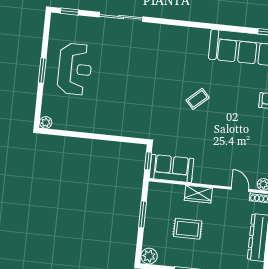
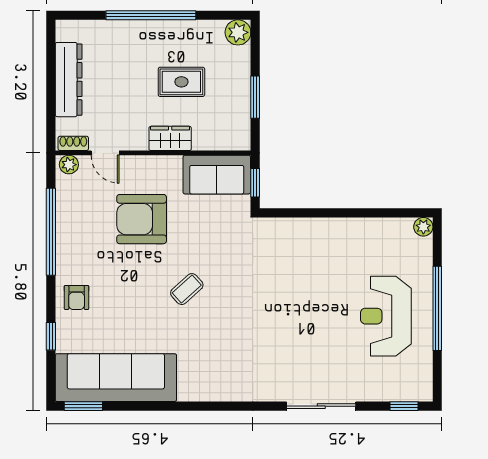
window: (42, 71) -> (437, 308), width x2.11
armchair: (221, 145) -> (142, 219), added

